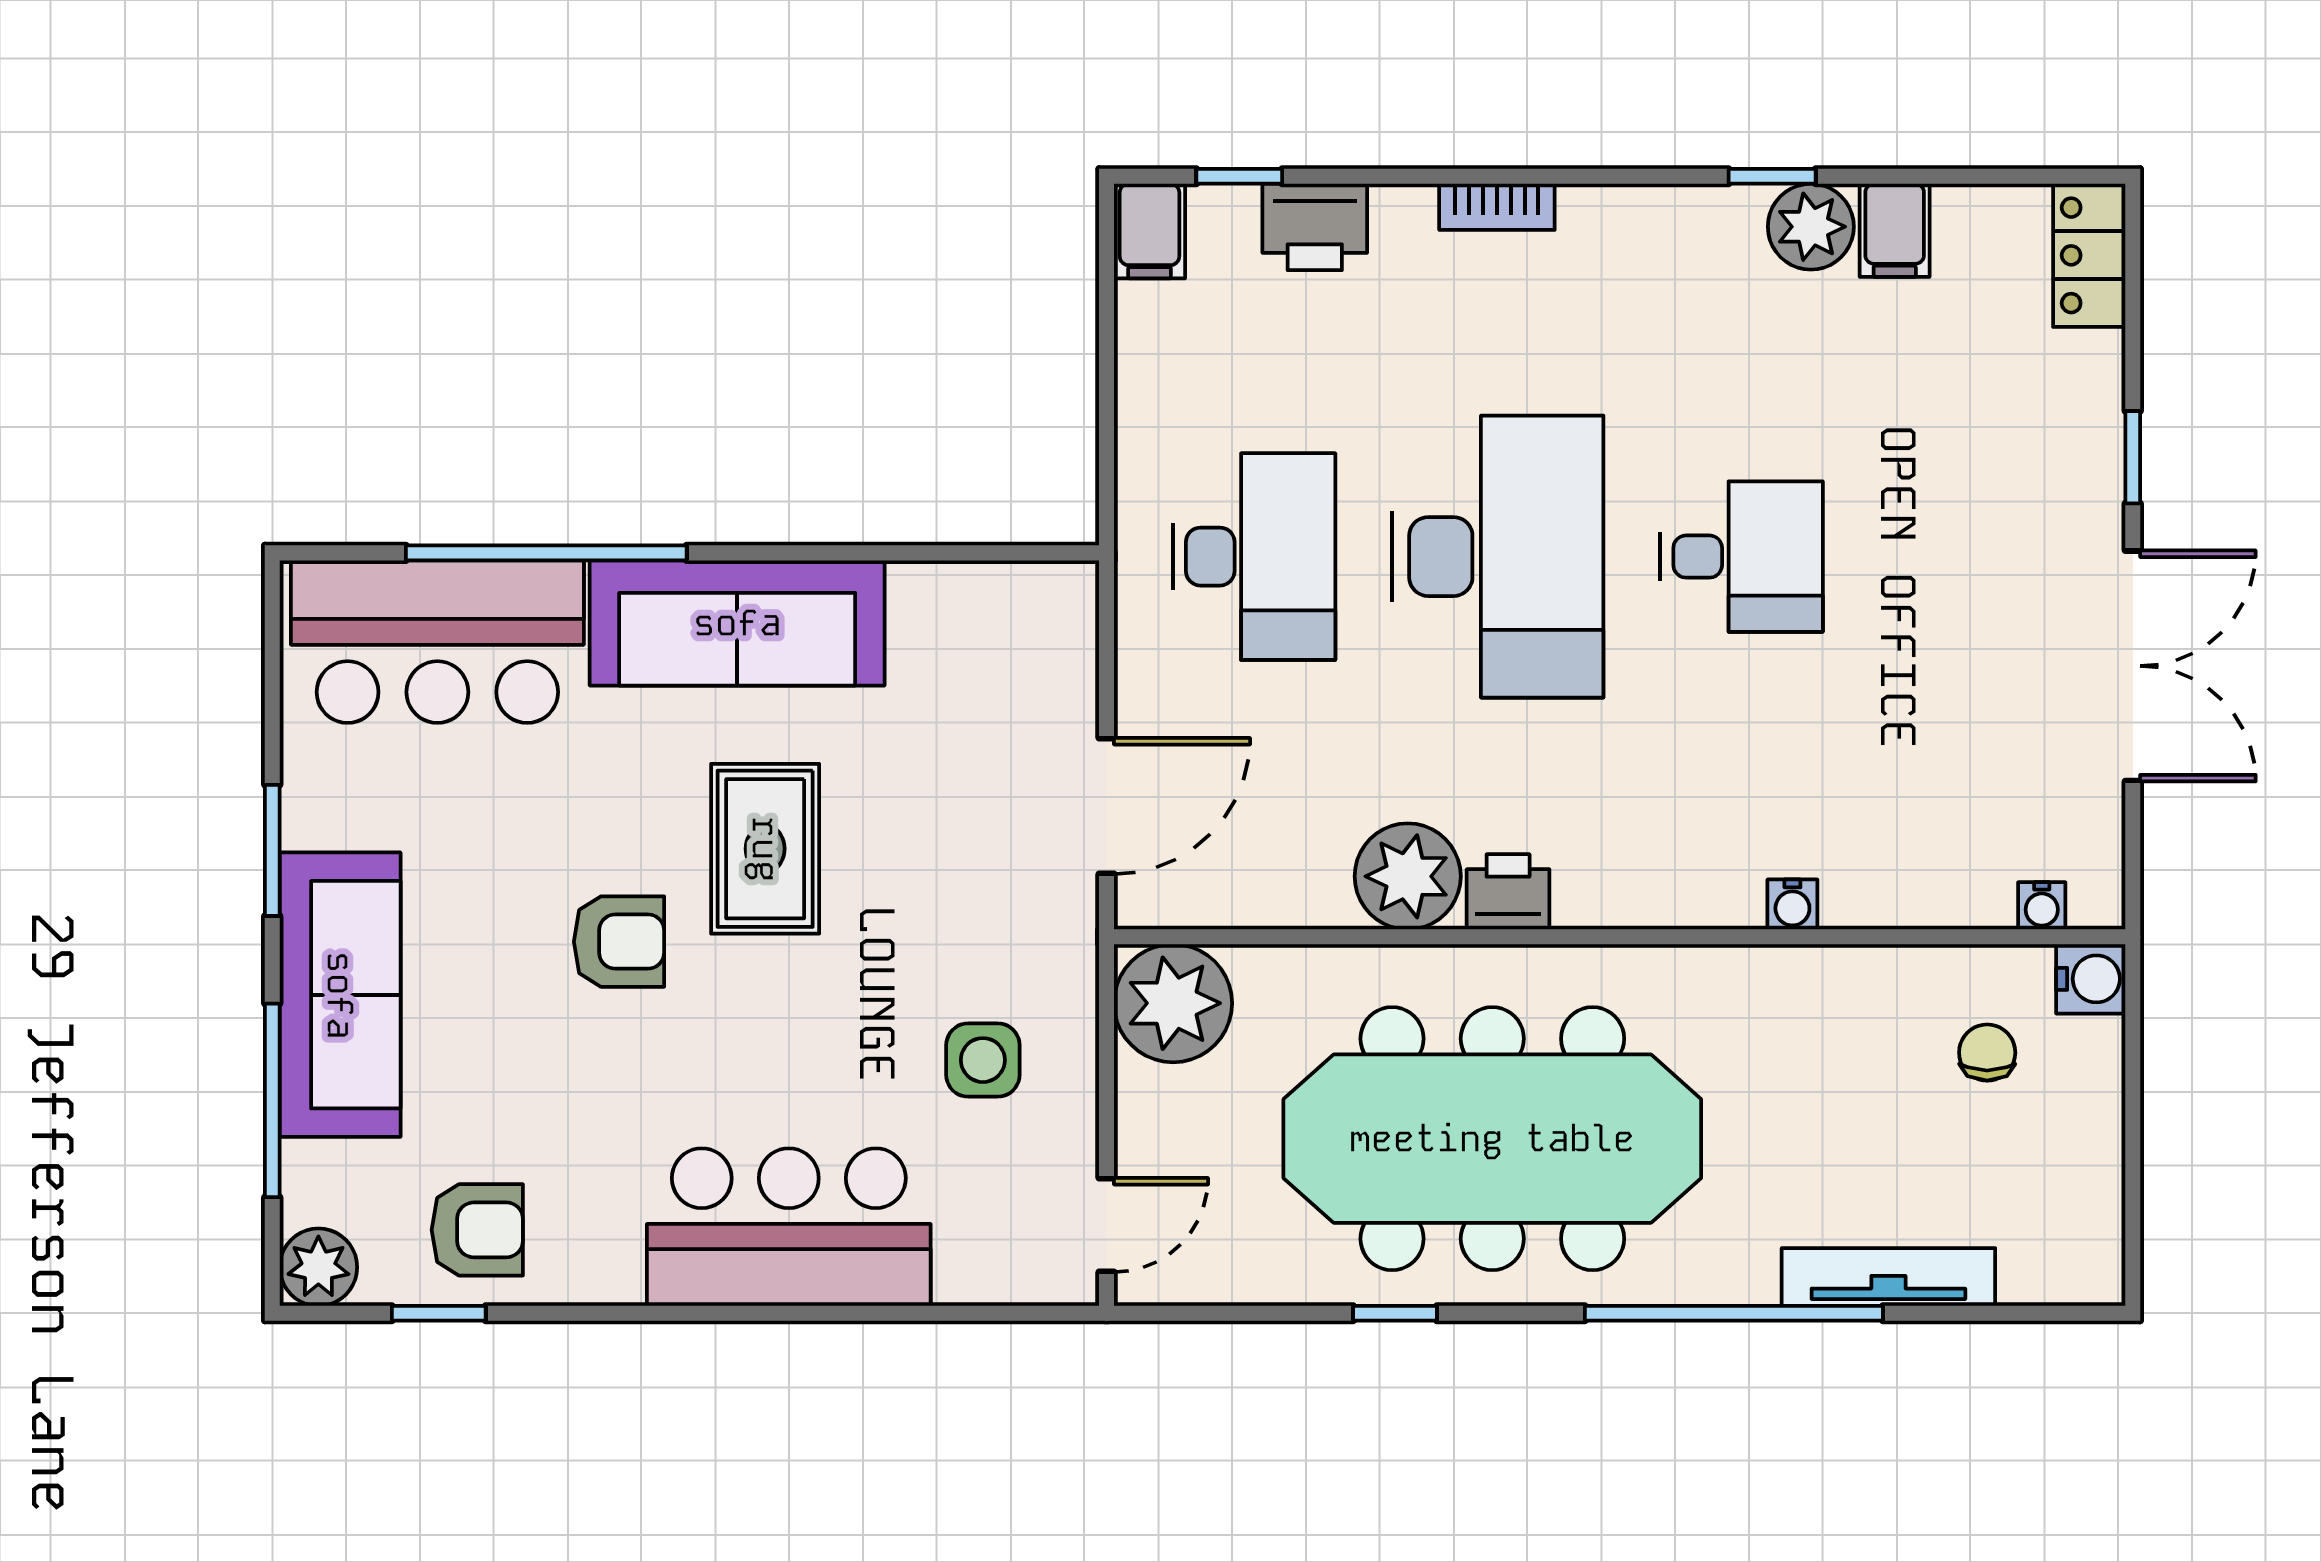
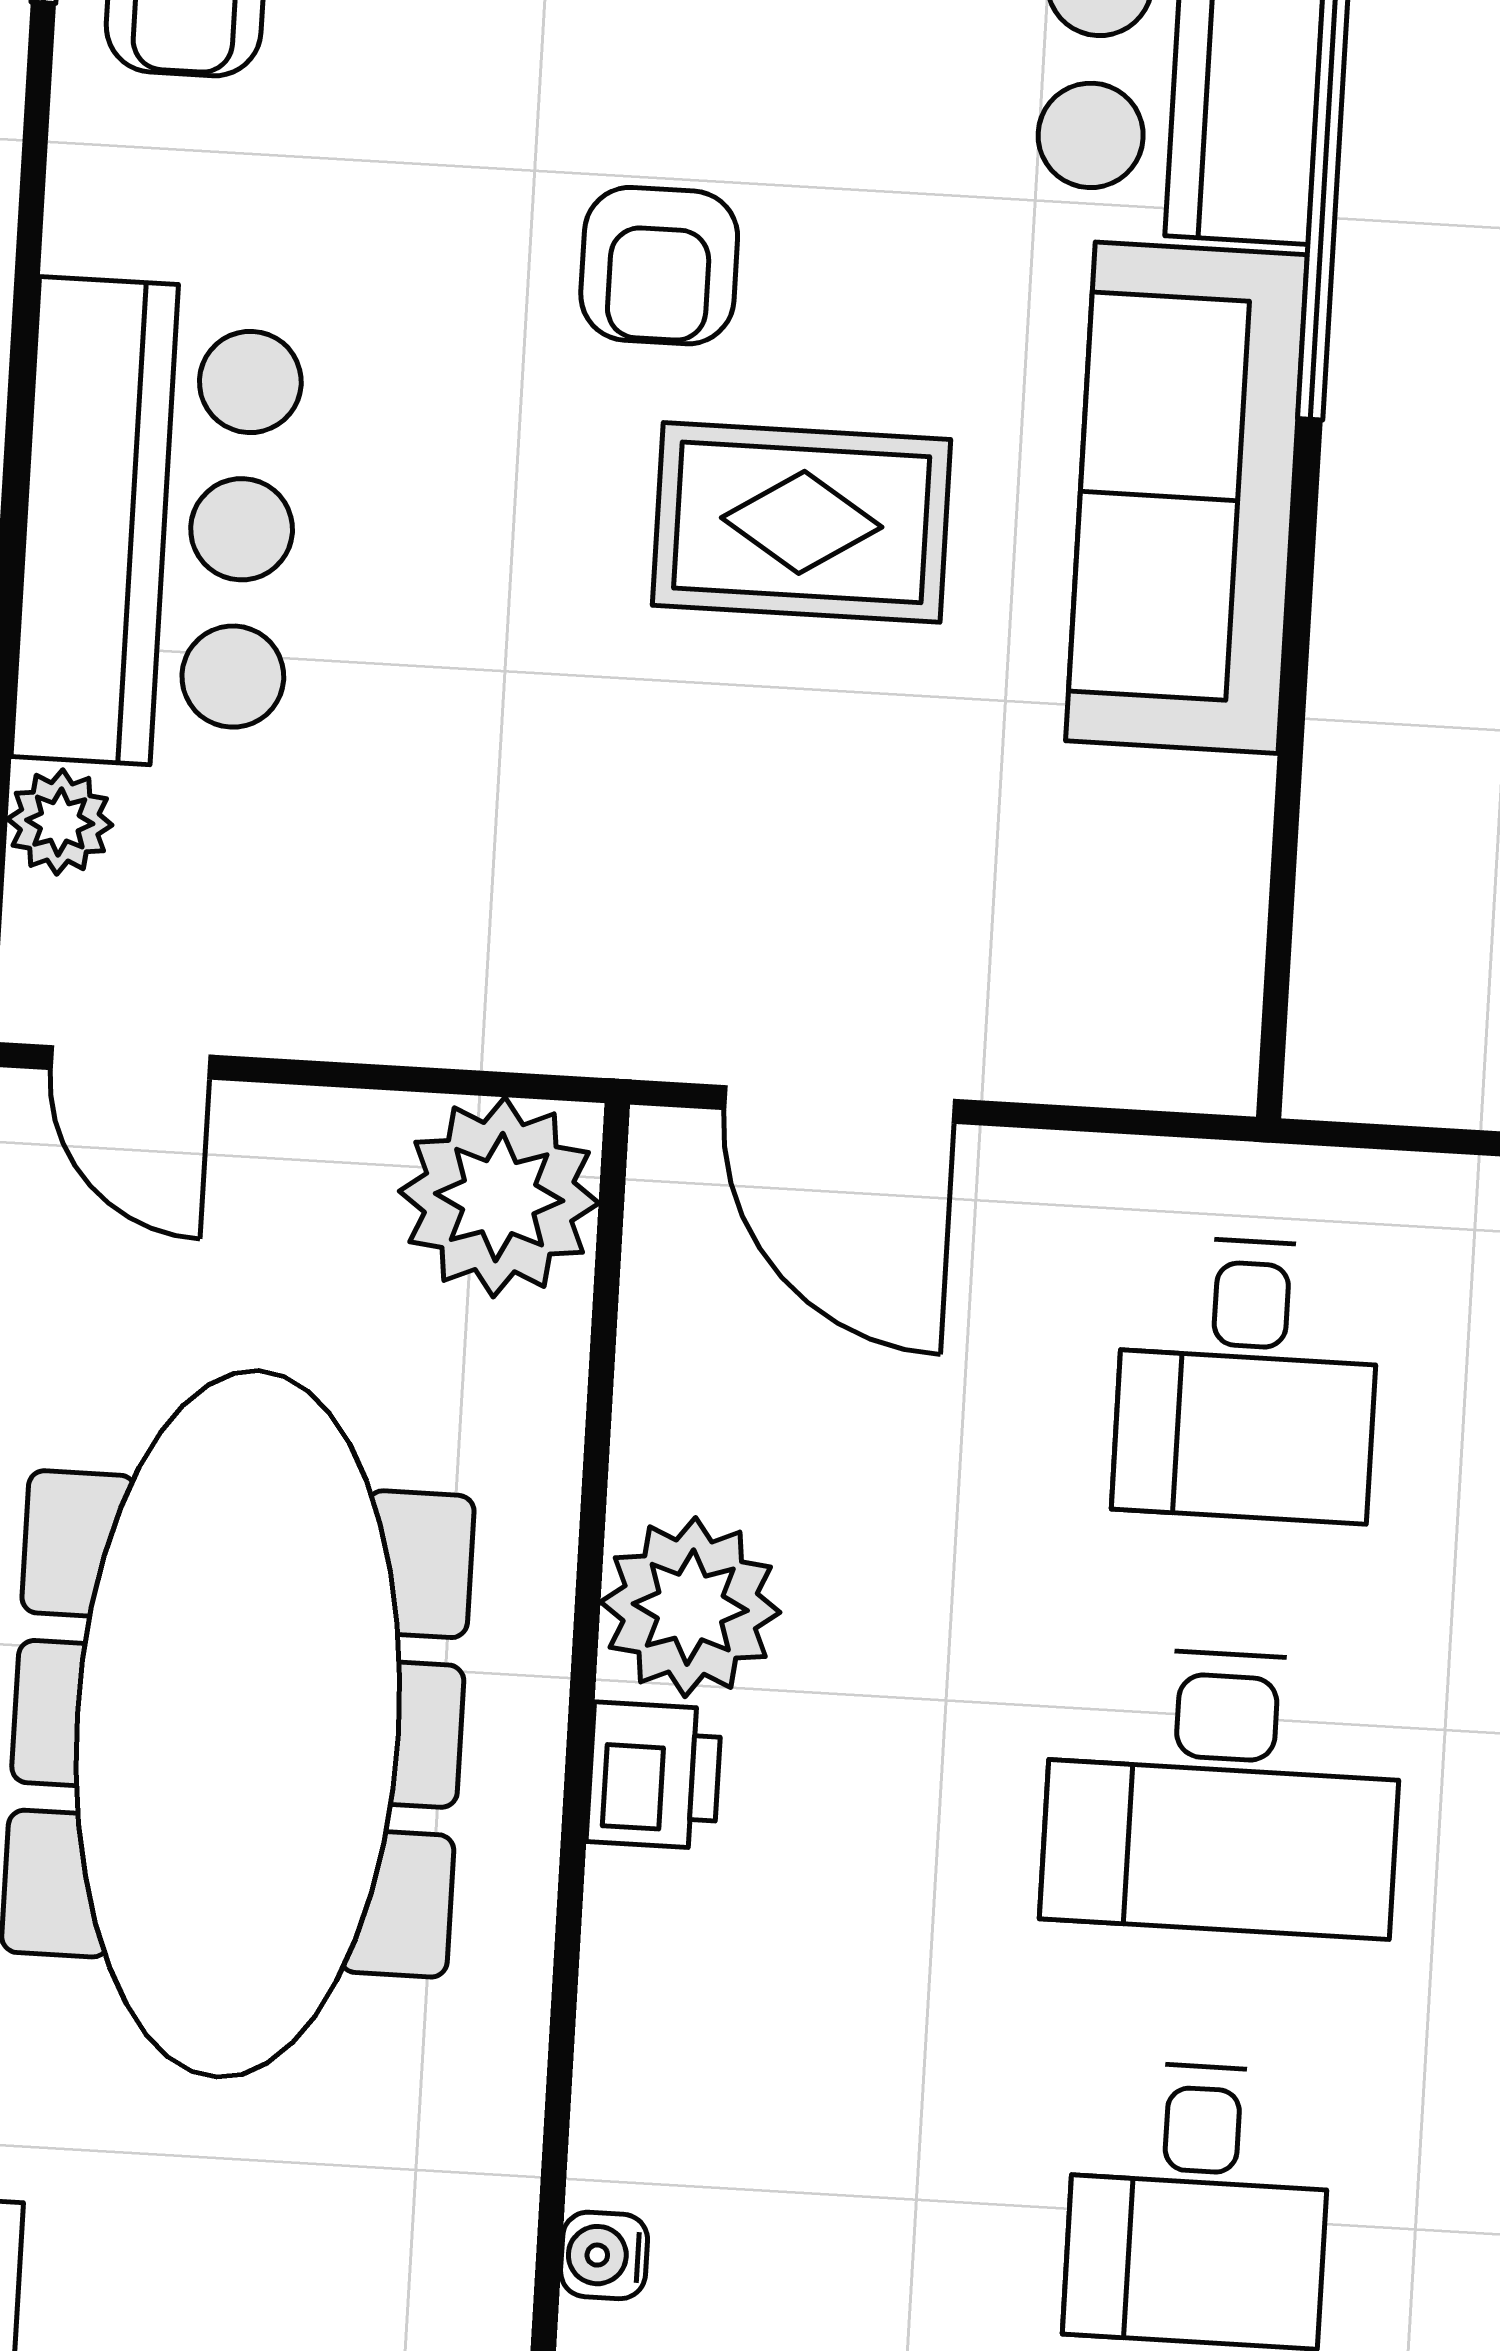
desk: (1254, 557) -> (1247, 1379), width x0.73
desk: (1498, 557) -> (1222, 1792), width x0.73, depth x0.77
side table: (983, 1060) -> (422, 870), removed
plant: (967, 1275) -> (60, 822), added

